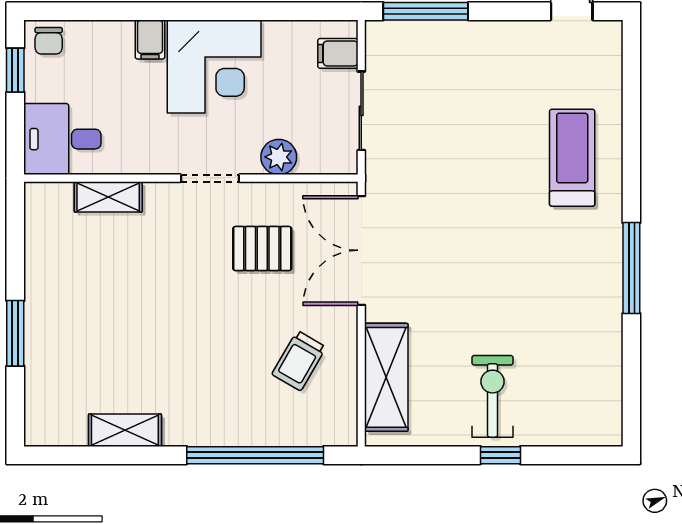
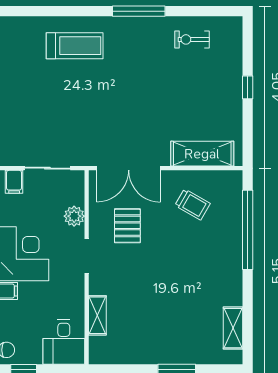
treadmill: (572, 158) -> (75, 46), turned 180
exercise bike: (492, 396) -> (192, 39), moved, width x0.73, depth x0.72
shelving: (125, 430) -> (233, 328), moved

